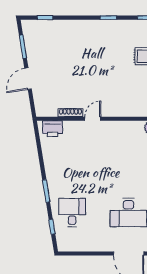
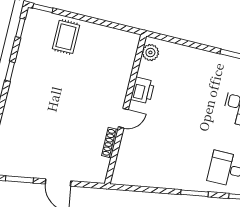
door: (93, 119) -> (123, 118), swing flipped
printer: (53, 129) -> (143, 90), moved

